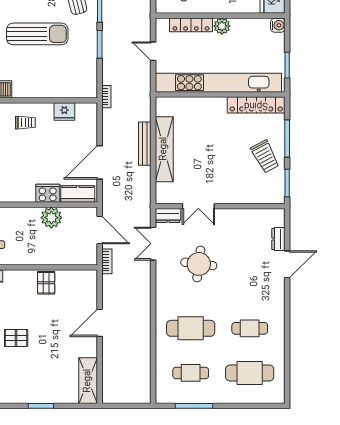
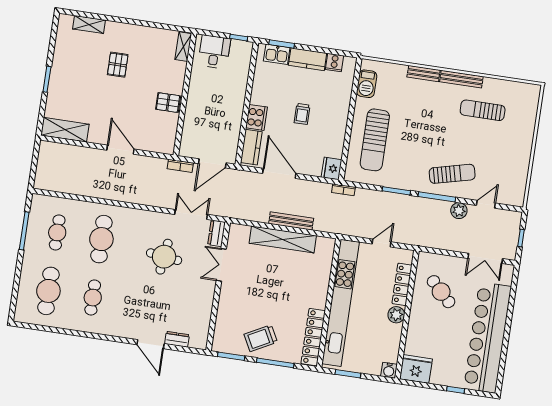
sun lounger: (37, 34) -> (375, 140), moved
fridge: (64, 112) -> (332, 168), moved
trolley: (25, 123) -> (302, 114), moved
plant: (51, 218) -> (232, 117), removed

